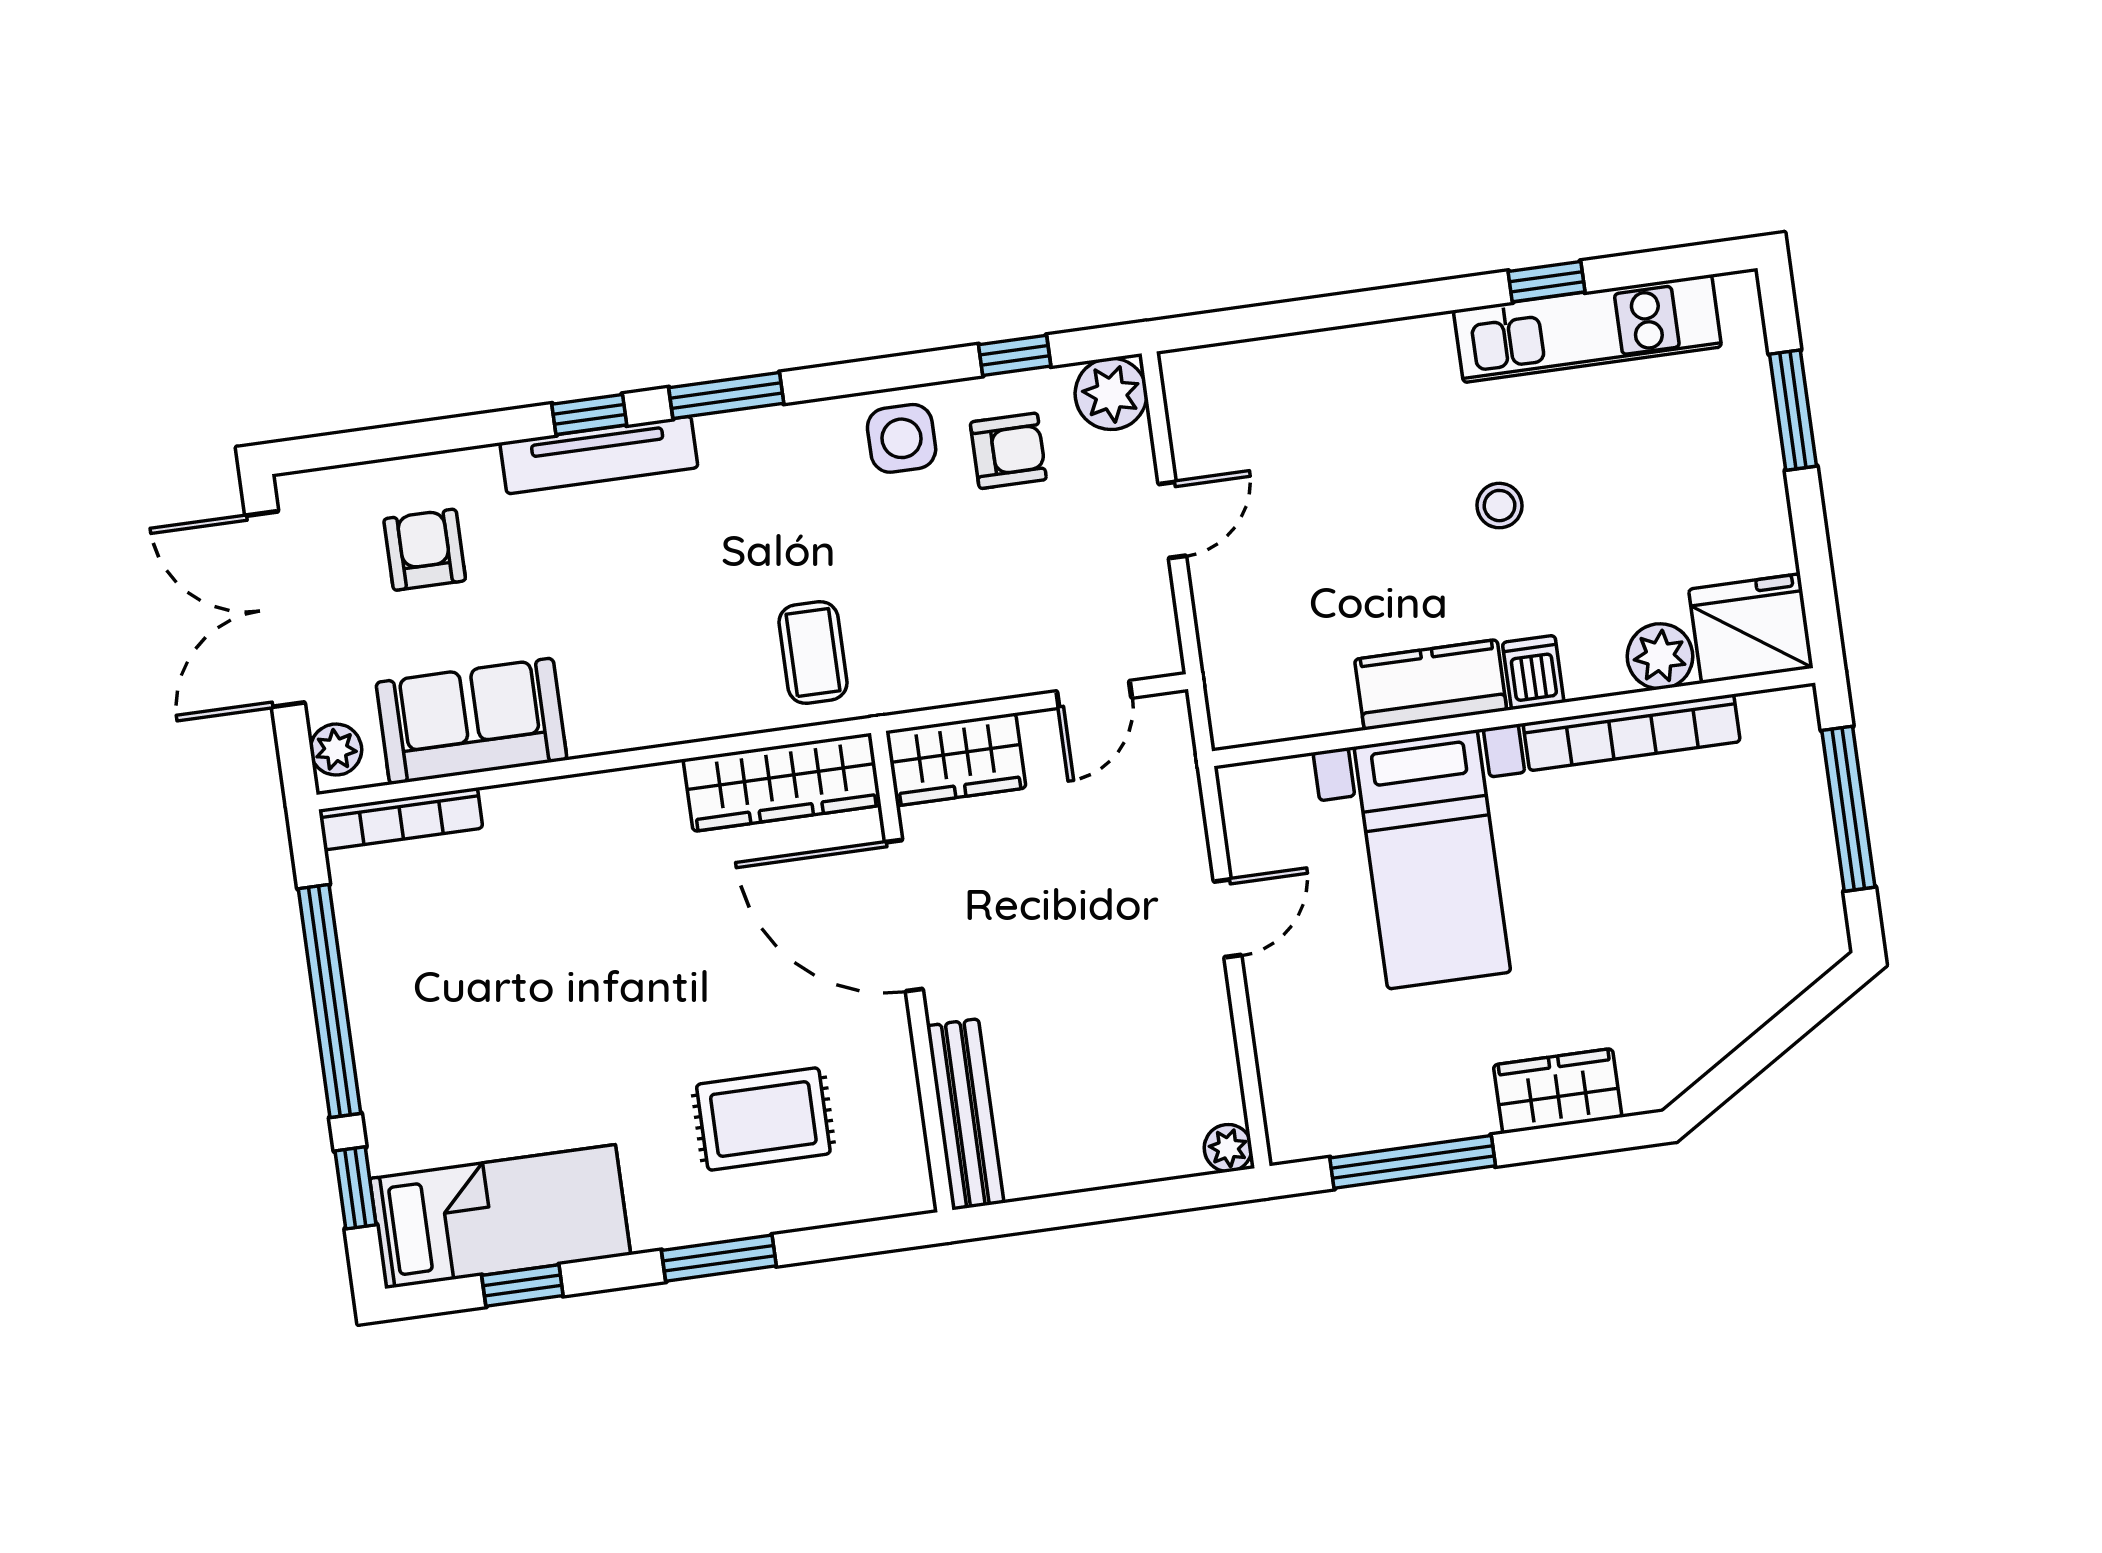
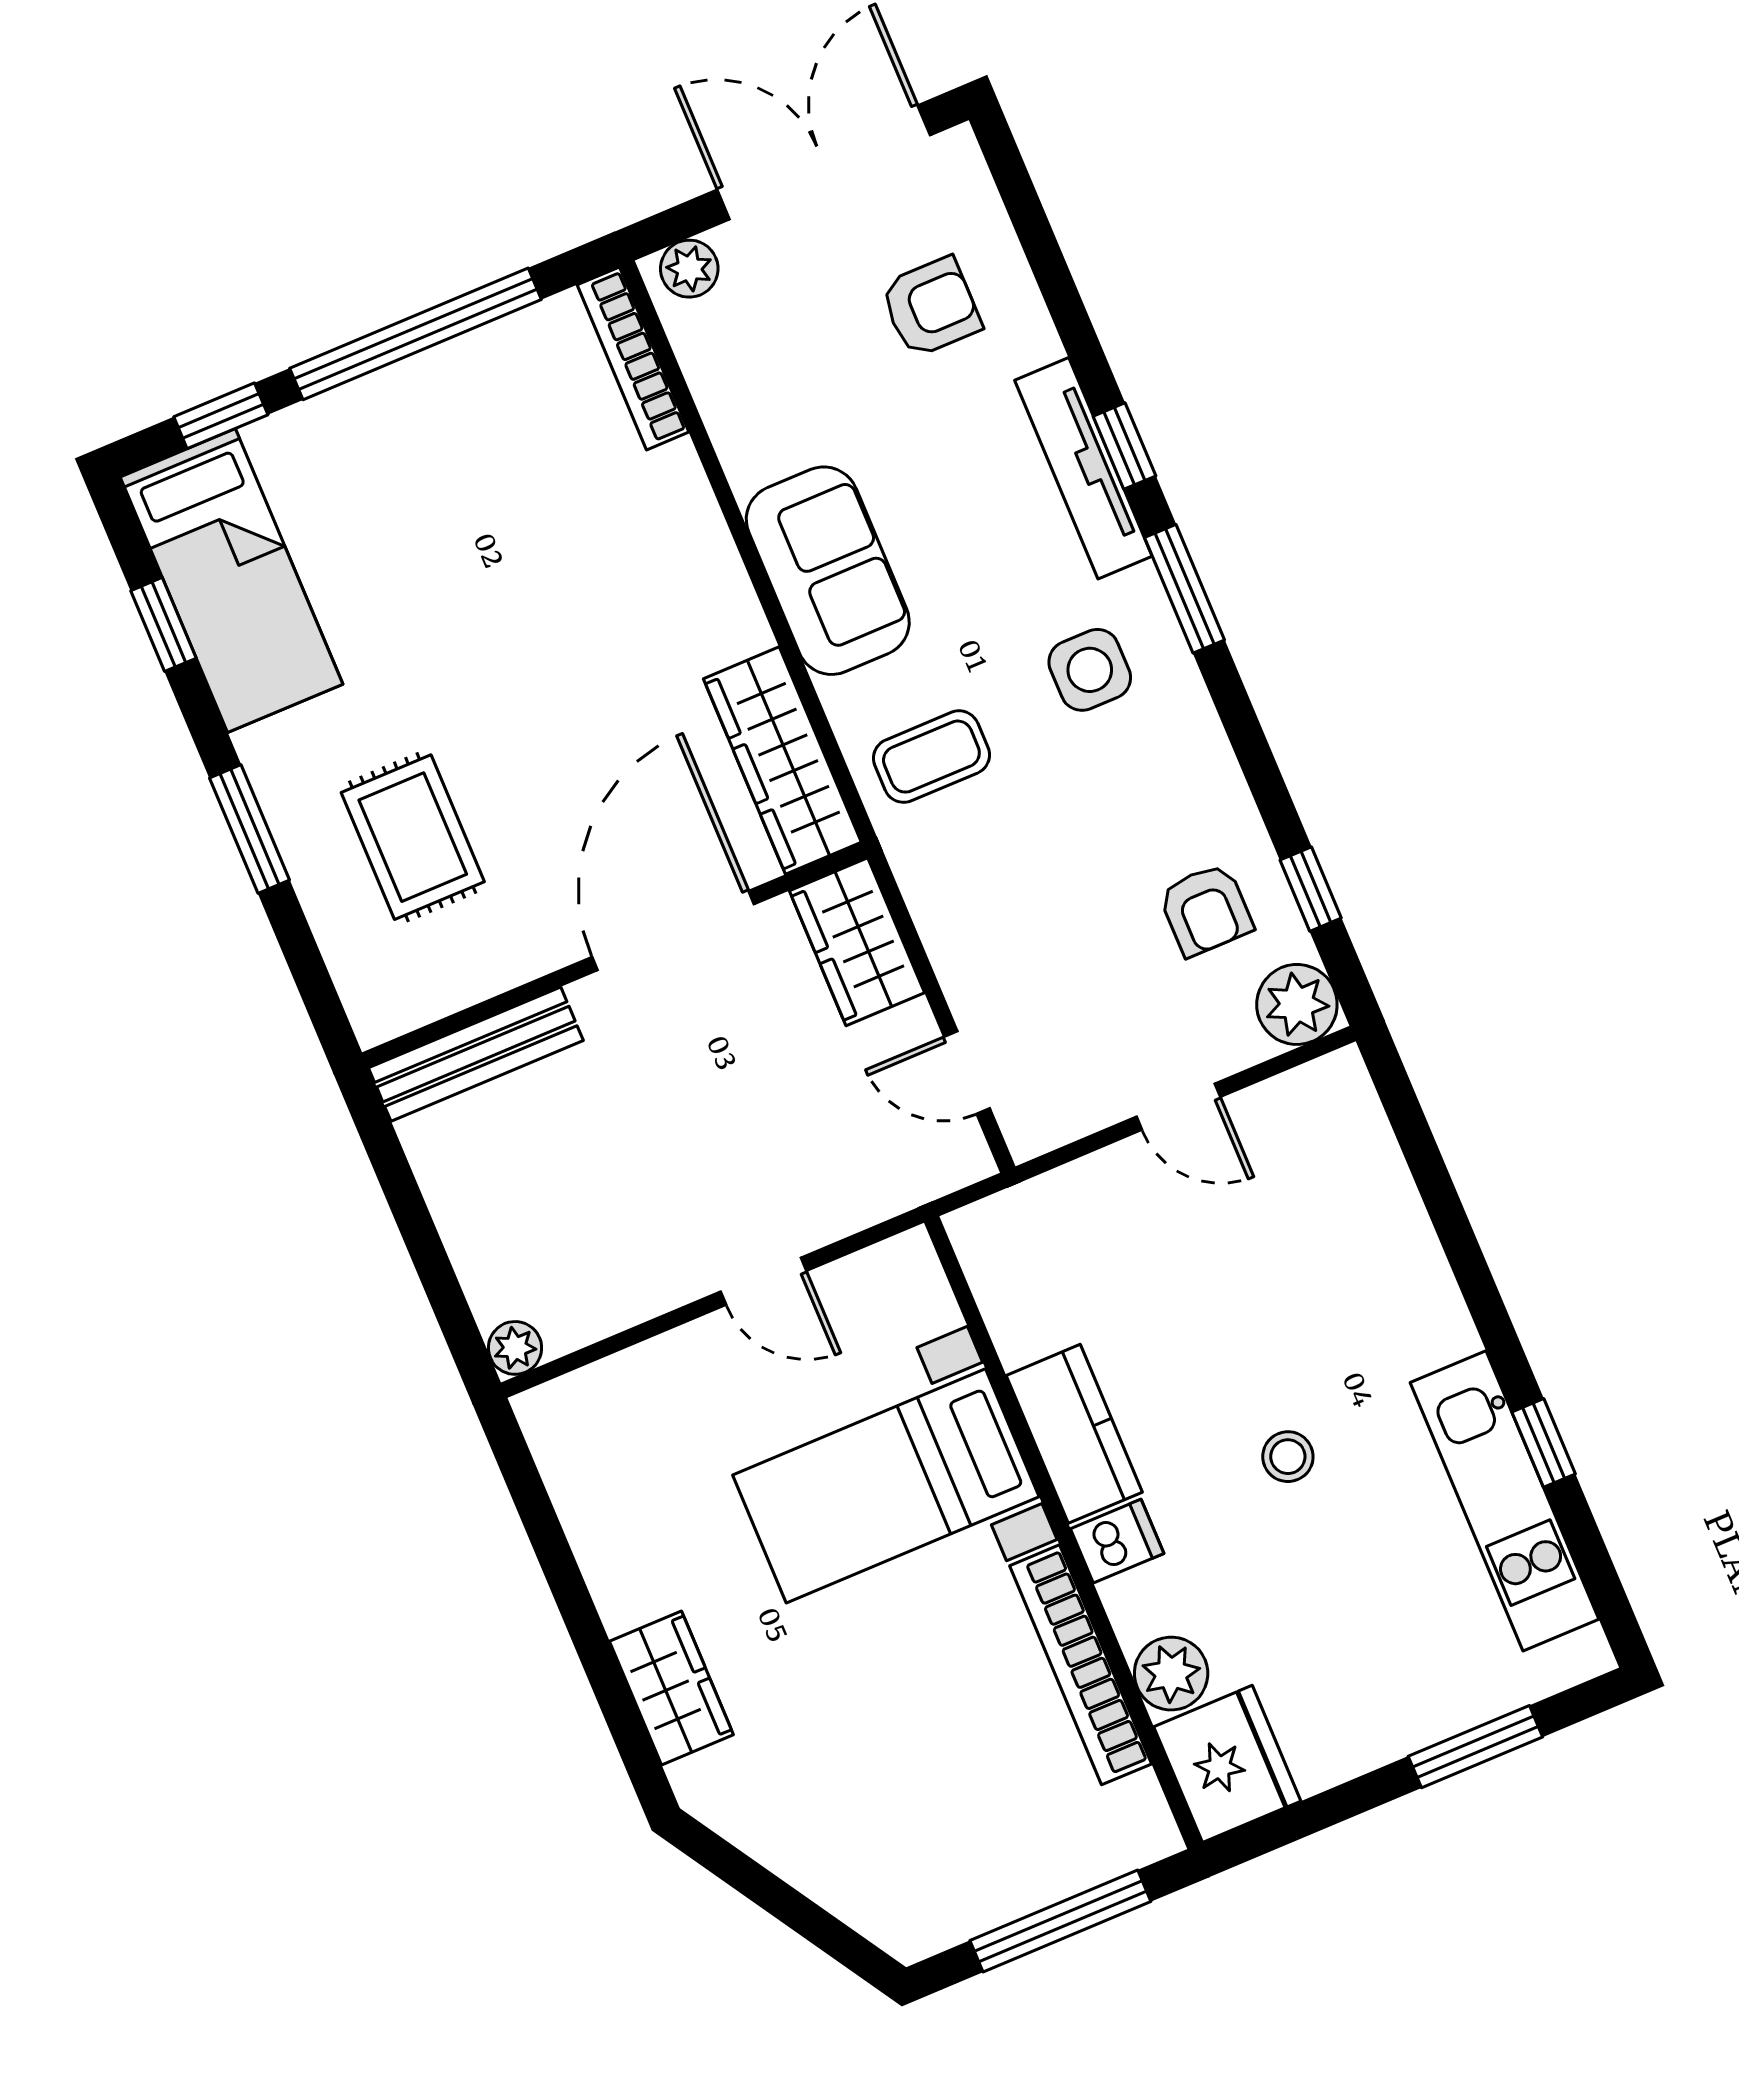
side table: (902, 438) -> (1090, 670), moved
sofa: (471, 721) -> (828, 571), moved
window: (1413, 1162) -> (553, 1551), removed

